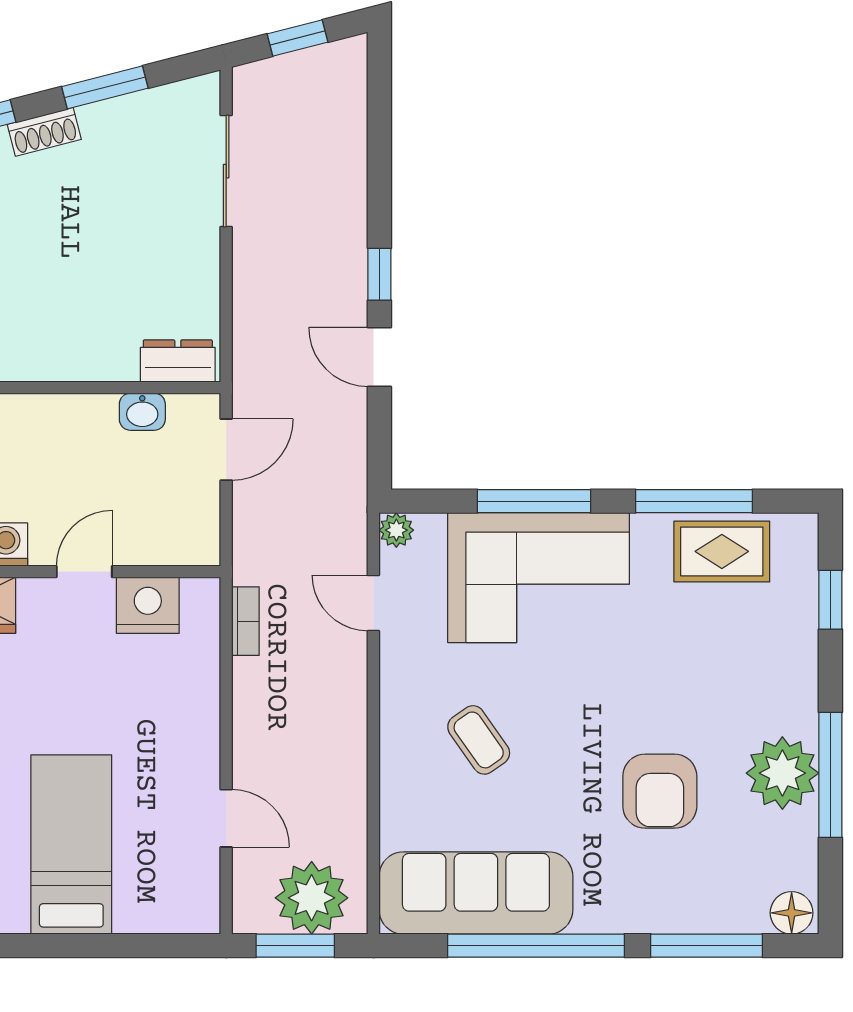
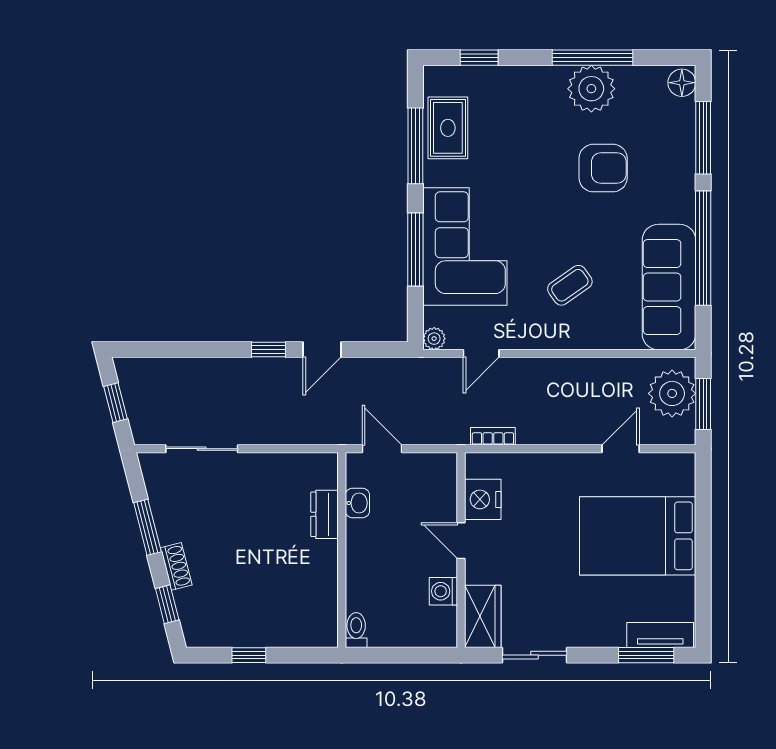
dresser: (178, 361) -> (325, 514), moved
bed: (71, 845) -> (638, 536), width x1.50

